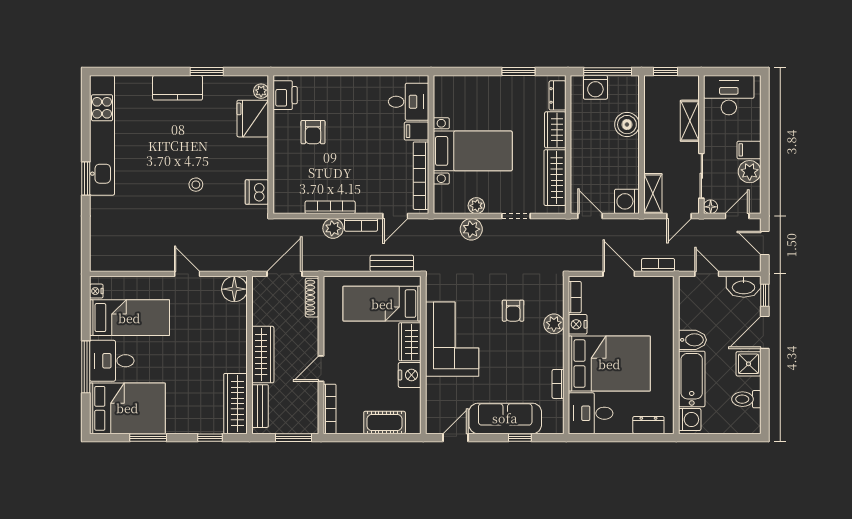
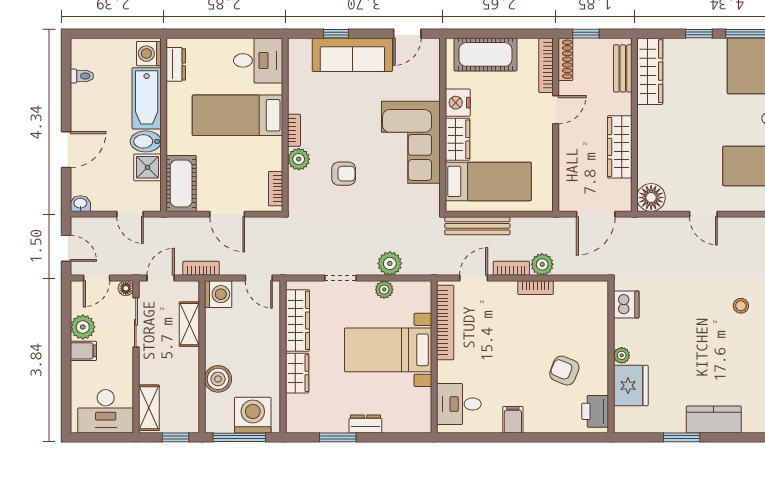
washing machine: (595, 87) -> (253, 415), width x1.37, depth x1.37
plant: (261, 91) -> (622, 355), moved
dresser: (557, 95) -> (365, 424), moved, turned -90
shelving: (690, 121) -> (149, 408), moved
filing cabinet: (417, 131) -> (513, 420), moved, turned -90
armchair: (313, 132) -> (564, 371), turned -68
stool: (196, 185) -> (741, 306), moved
shelving: (653, 194) -> (189, 324), moved
bookcase: (330, 207) -> (536, 288), width x0.64
bench: (392, 263) -> (477, 226), width x1.36
bookcase: (658, 265) -> (201, 268), moved, turned 180
washbasin: (744, 287) -> (80, 204), width x0.52, depth x0.69
window: (765, 295) -> (66, 191), removed
shoe rack: (312, 298) -> (565, 59), moved
cot: (660, 302) -> (181, 183), added
armchair: (513, 311) -> (344, 174), turned 90
nightstand: (578, 324) -> (272, 159), removed
wardrobe: (263, 355) -> (620, 147), moved
bed: (609, 364) -> (237, 115), width x0.67
shower: (748, 364) -> (148, 167), moved
bookcase: (558, 384) -> (294, 130), moved
toilet: (746, 399) -> (82, 76), width x0.73, depth x0.72
cot: (385, 422) -> (485, 54), width x1.37, depth x1.34
dresser: (648, 425) -> (176, 64), moved, turned -90
window: (210, 438) -> (699, 34), moved
window: (294, 438) -> (586, 34), width x0.67

